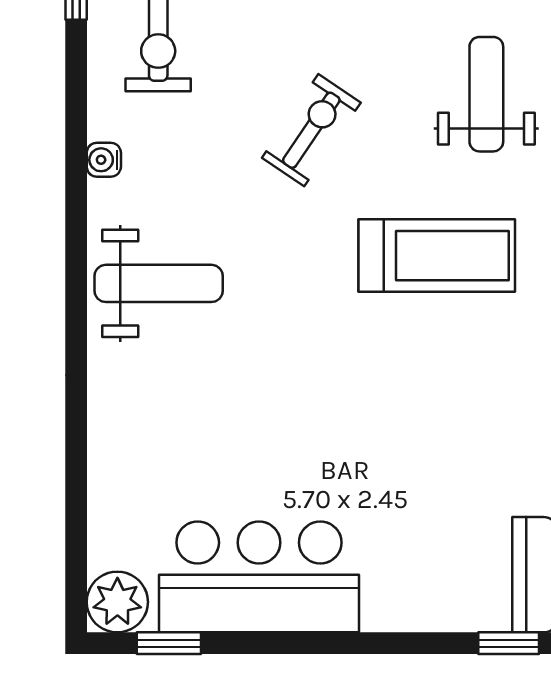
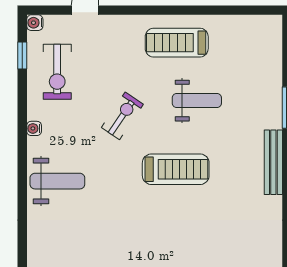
weight bench: (486, 94) -> (197, 101), turned 90

